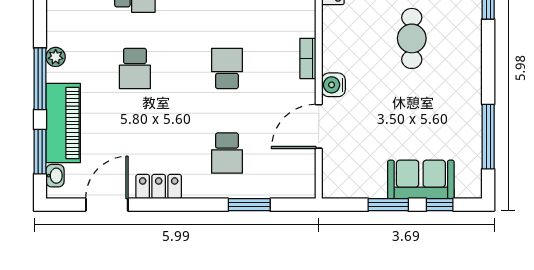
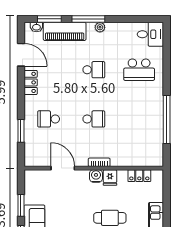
fridge: (336, 38) -> (110, 178), added
school desk: (135, 68) -> (94, 70), turned 180
water cooler: (333, 85) -> (96, 176), moved

